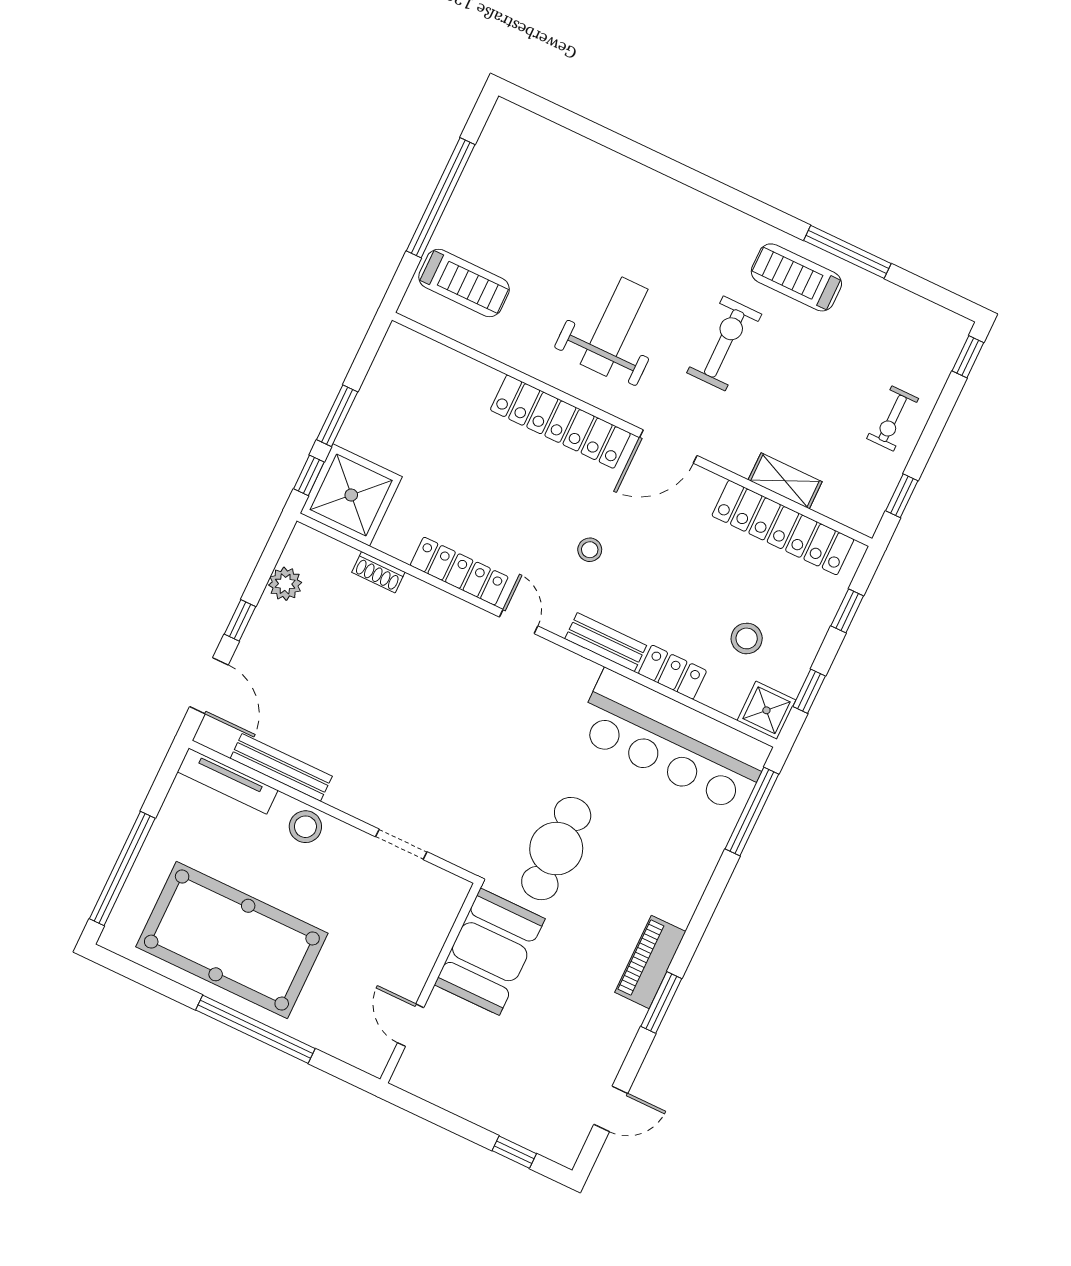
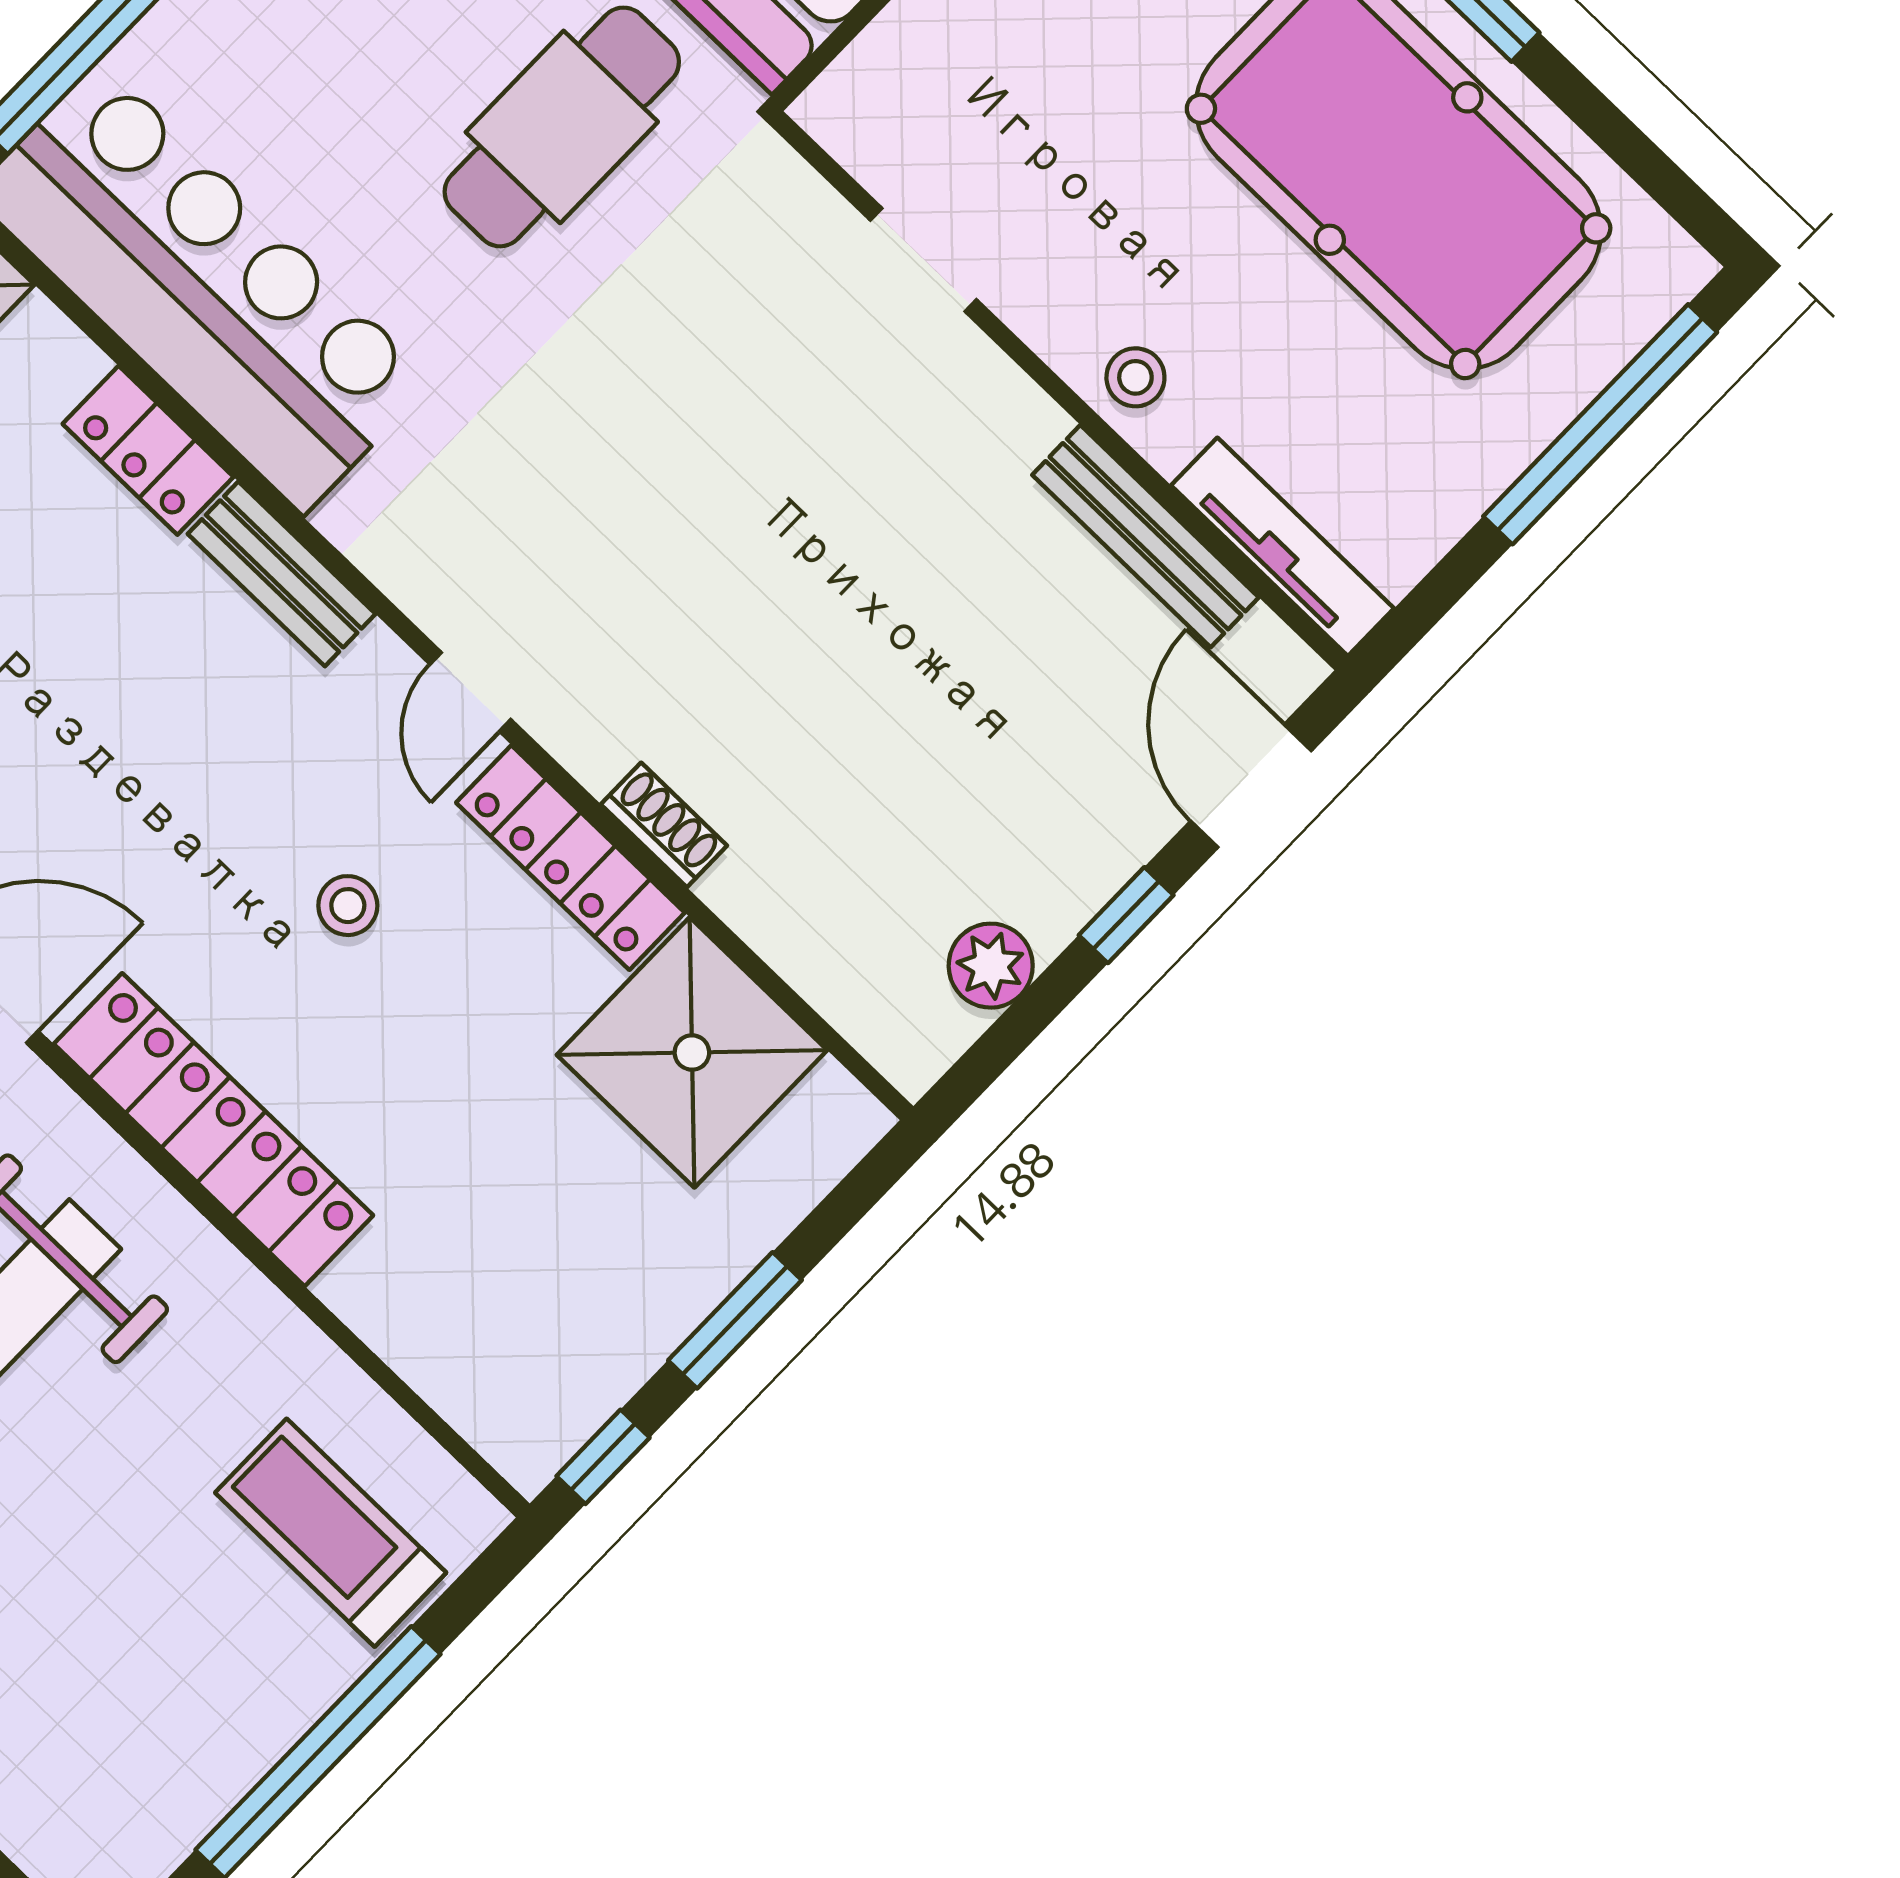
window: (309, 475) -> (603, 1457), moved
shower: (351, 495) -> (692, 1053), moved
stool: (590, 550) -> (348, 906), moved
shoe rack: (378, 572) -> (664, 825), moved
stool: (305, 827) -> (1135, 377), width x0.73, depth x0.73

